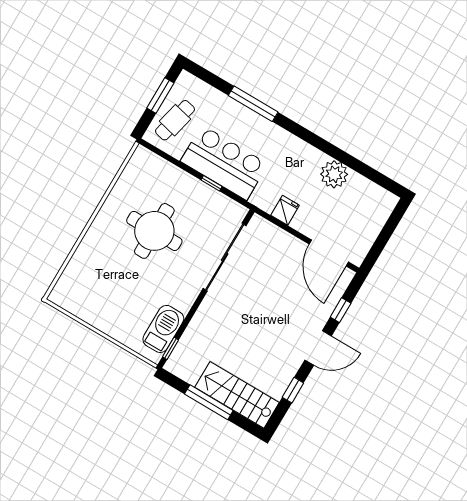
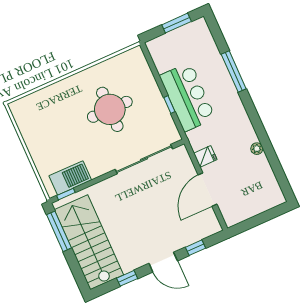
cafe table: (175, 120) -> (175, 46), removed
plant: (334, 174) -> (257, 149), width x0.53, depth x0.53
door: (329, 253) -> (207, 190), moved
stairs: (237, 395) -> (89, 242), width x1.36, depth x1.51
window: (209, 402) -> (59, 231), moved

